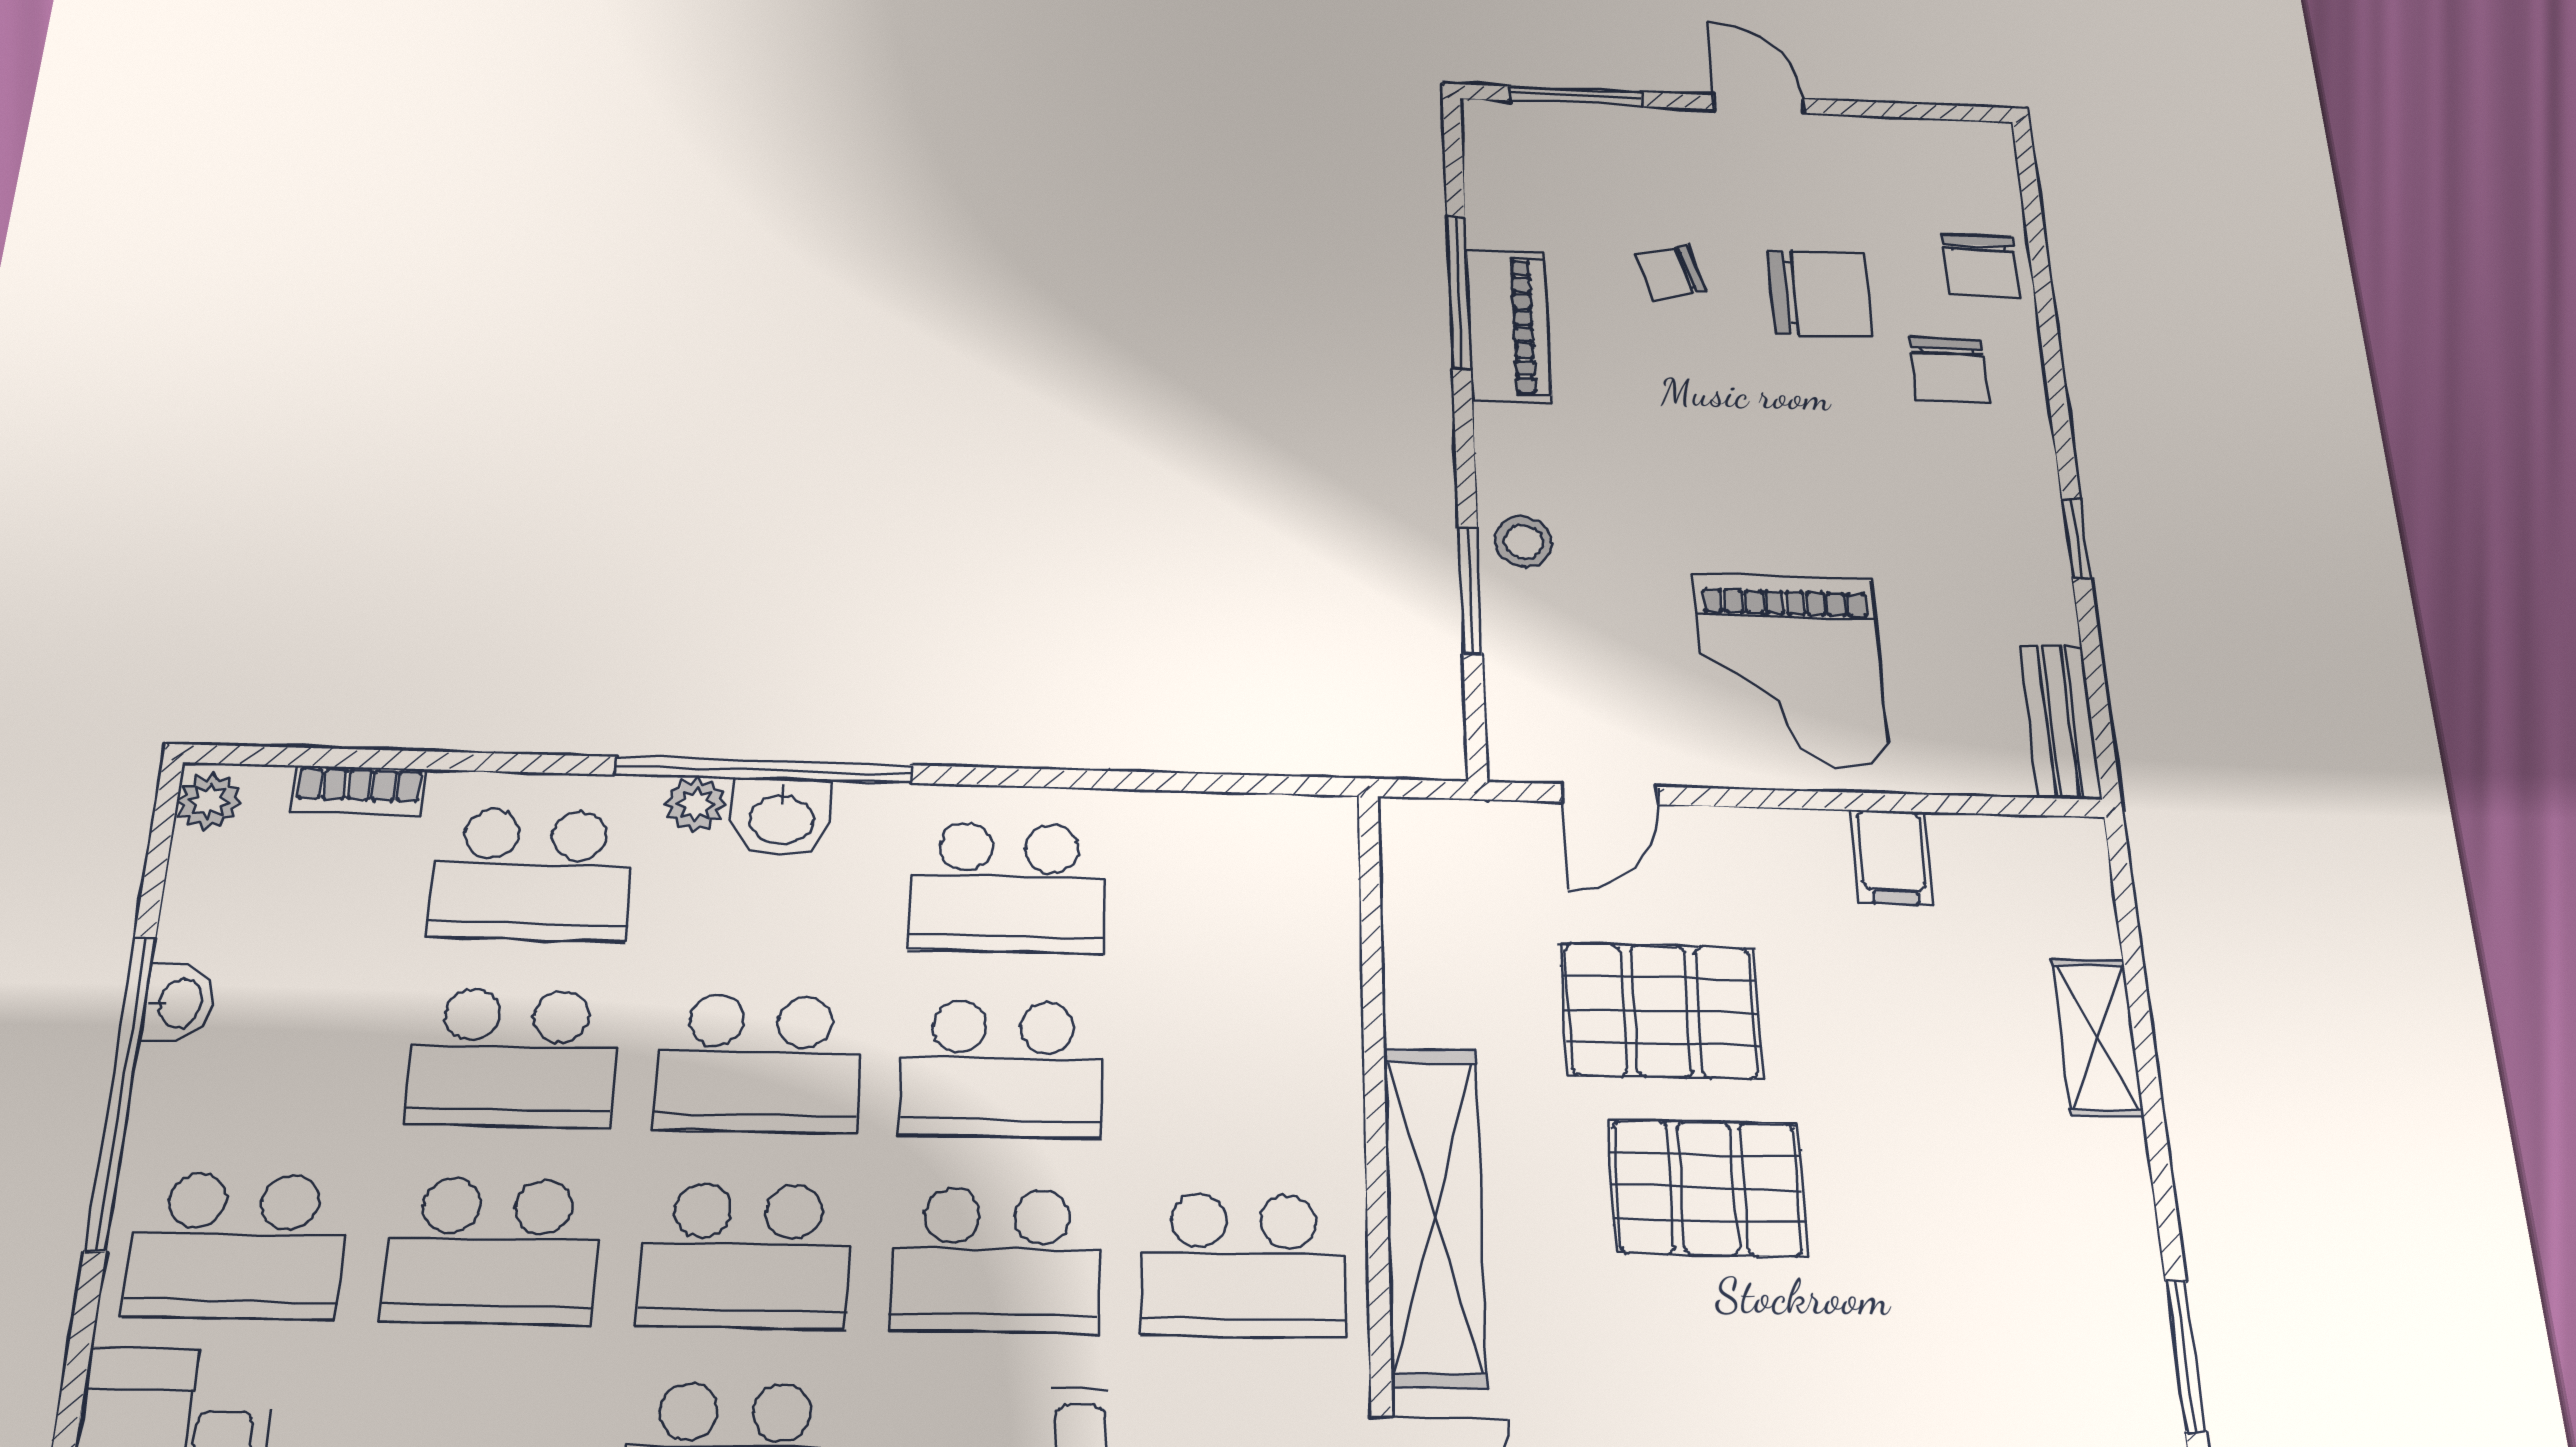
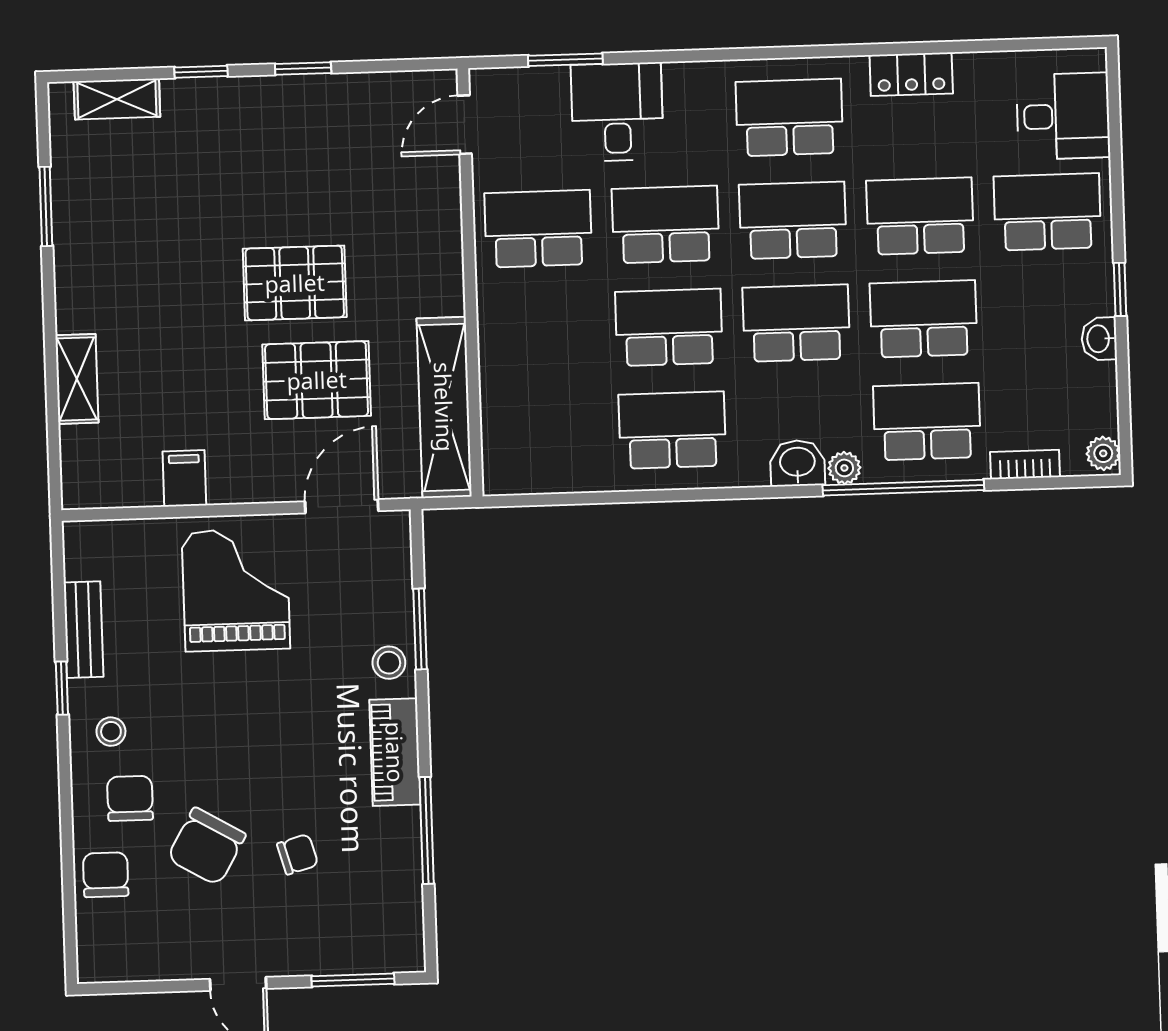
chair: (1820, 293) -> (206, 847), turned -60
piano: (1508, 325) -> (395, 752), moved
stool: (1989, 469) -> (111, 732), added
bench: (2061, 722) -> (83, 630), moved
window: (764, 770) -> (903, 488), moved
door: (1610, 794) -> (342, 506), width x1.38
window: (121, 1091) -> (1120, 289), width x0.32
shelving: (1434, 1215) -> (444, 407), moved

